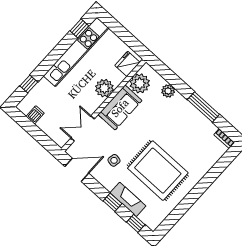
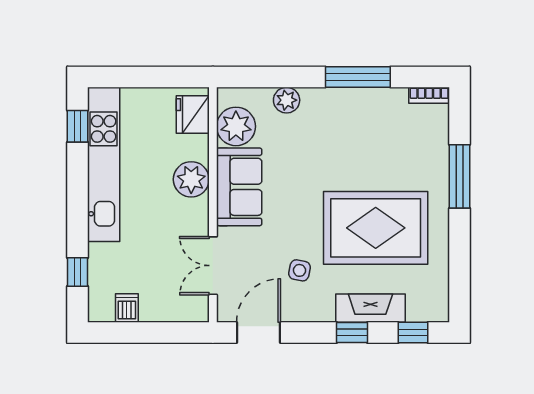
window: (208, 180) -> (459, 176), added

